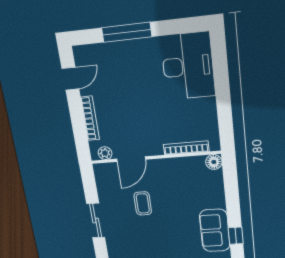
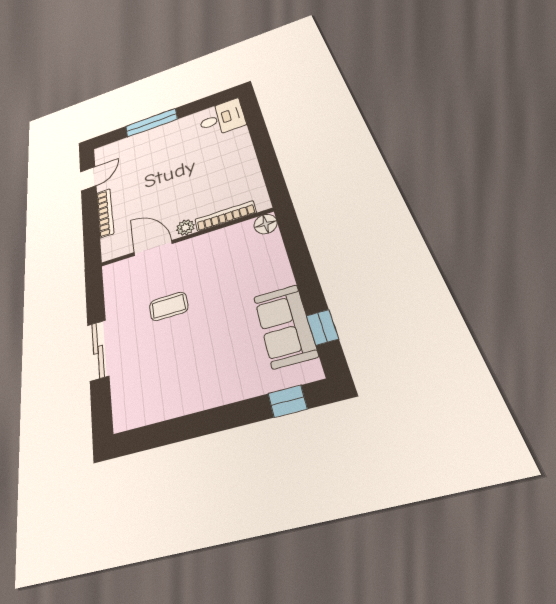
desk: (188, 66) -> (222, 118), width x0.53, depth x0.77
plant: (105, 153) -> (185, 227), moved
door: (131, 159) -> (153, 248), swing flipped
coffee table: (143, 203) -> (169, 306), turned 90

